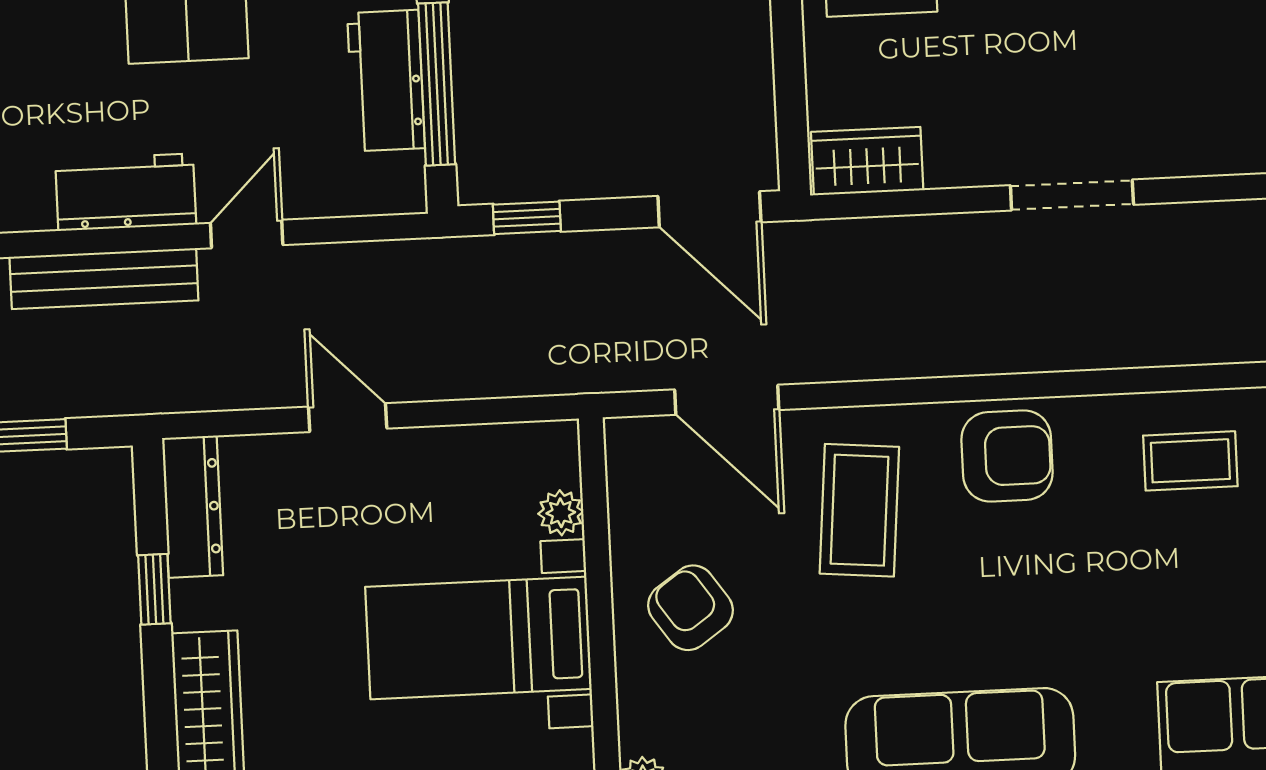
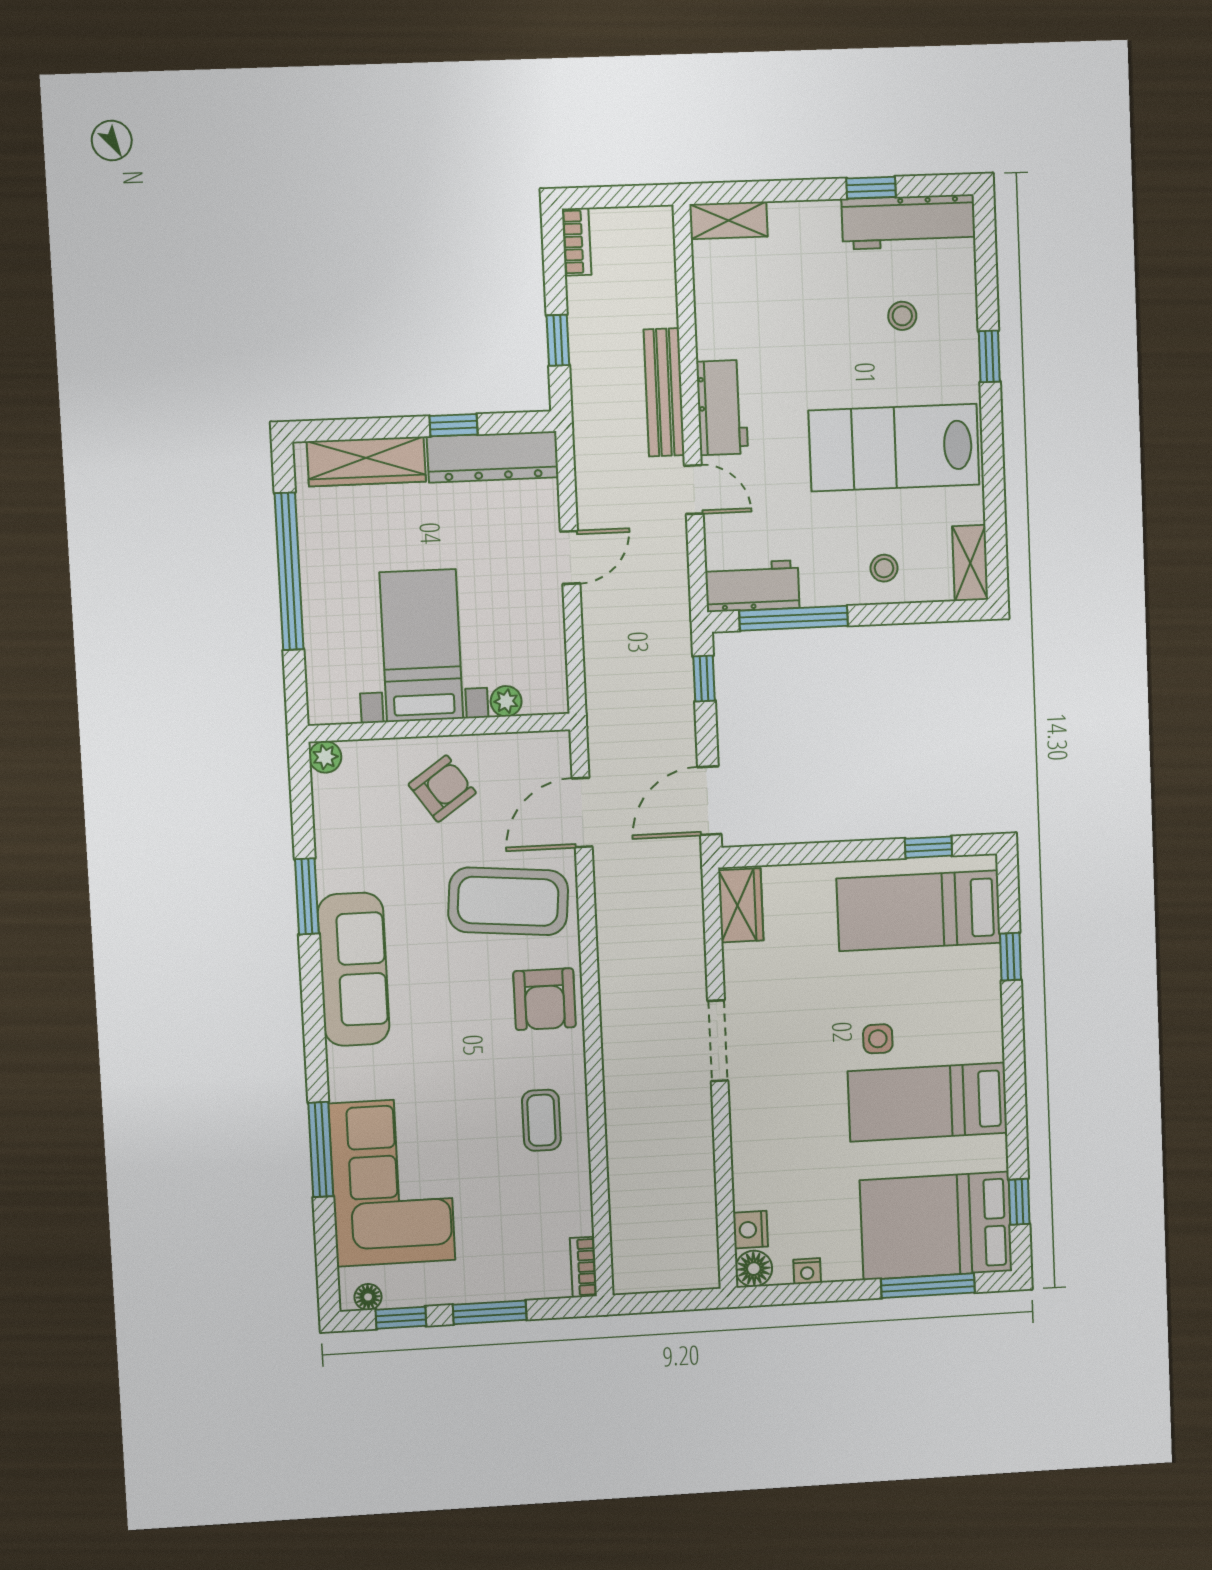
workbench: (386, 81) -> (752, 586), moved
dresser: (193, 507) -> (493, 457), width x1.37, depth x1.24
coffee table: (859, 510) -> (508, 901), width x1.36, depth x1.32

